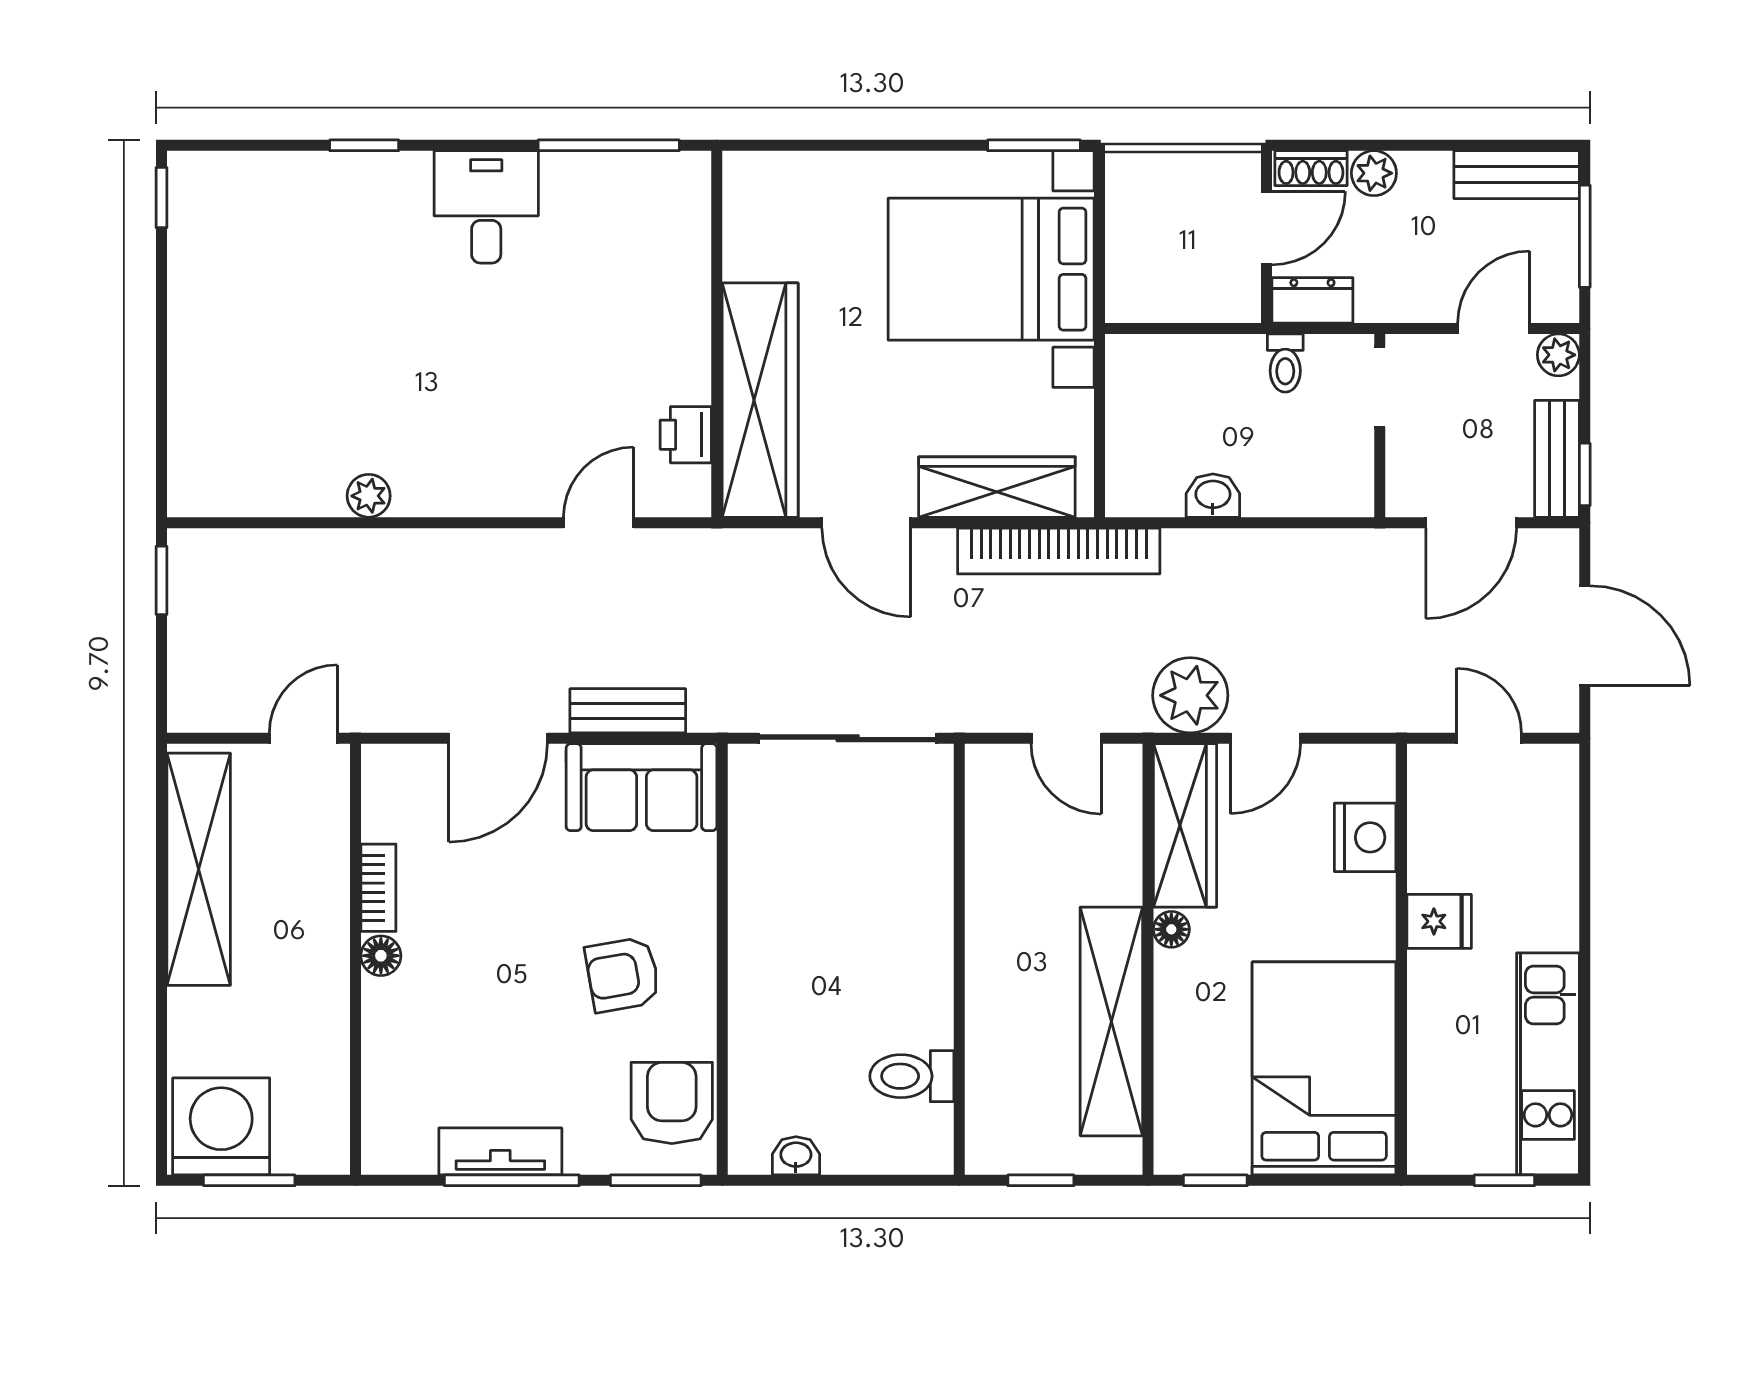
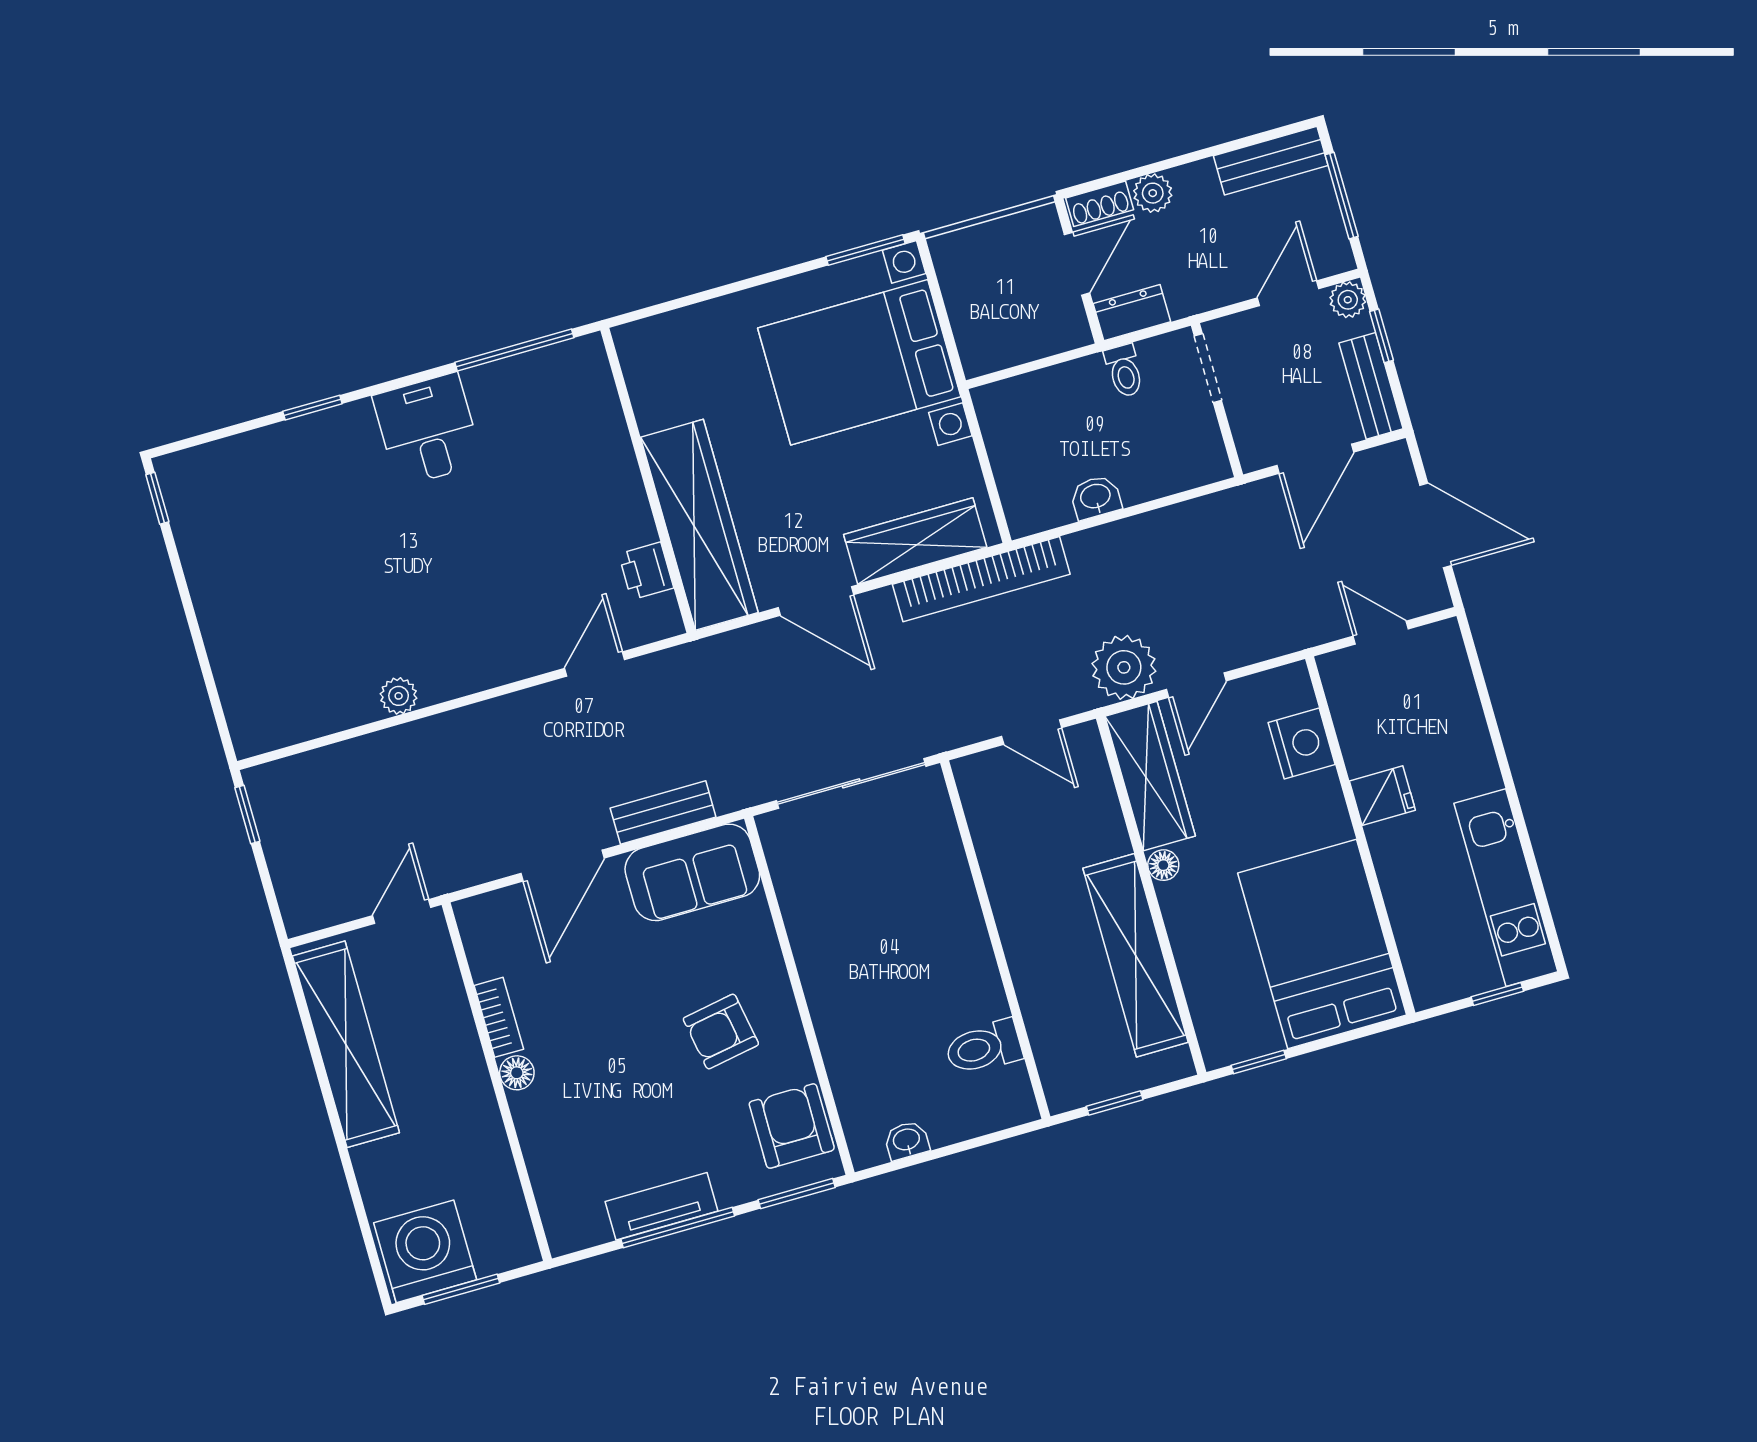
window: (1585, 474) -> (1382, 336), moved

